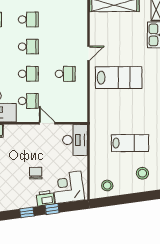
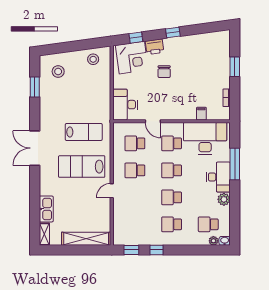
school desk: (65, 101) -> (135, 143), added
lab bench: (130, 143) -> (84, 132), moved, turned 180
window: (52, 209) -> (136, 38), moved

